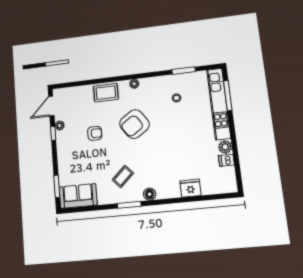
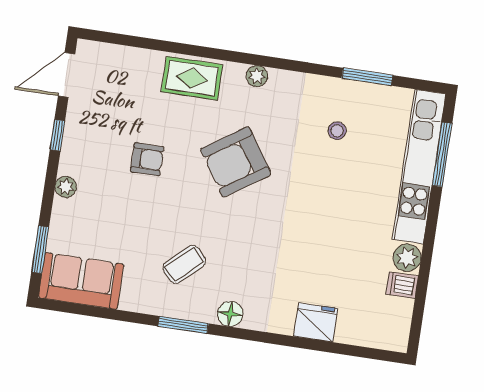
plant: (60, 126) -> (66, 187), moved

